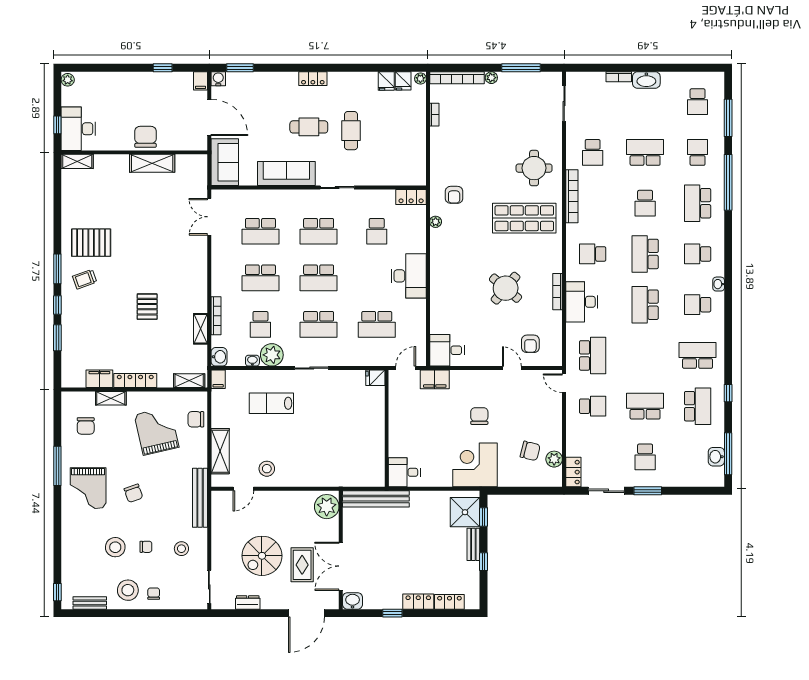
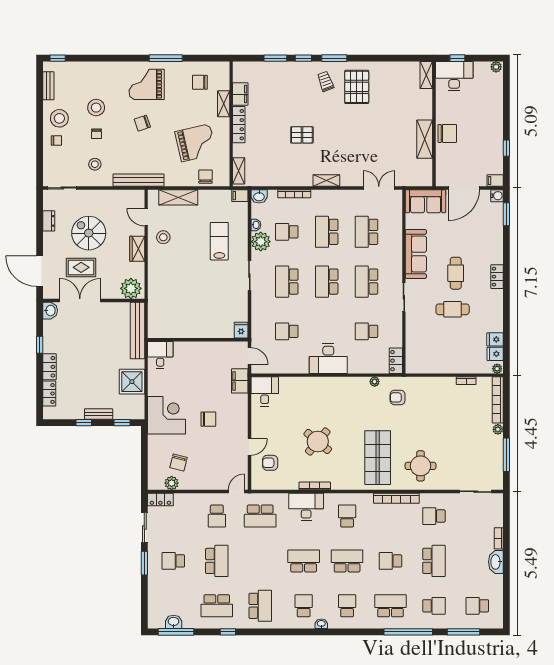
school desk: (377, 324) -> (287, 331), width x0.54
shelving: (200, 329) -> (326, 180), moved
wardrobe: (280, 499) -> (137, 249), added
shower: (465, 512) -> (132, 382), moved

